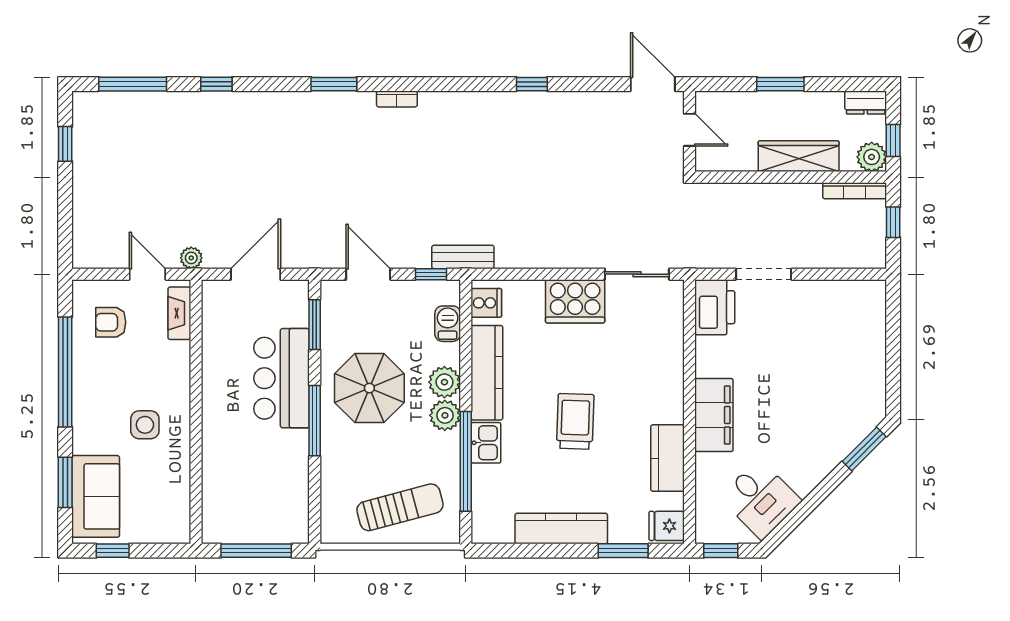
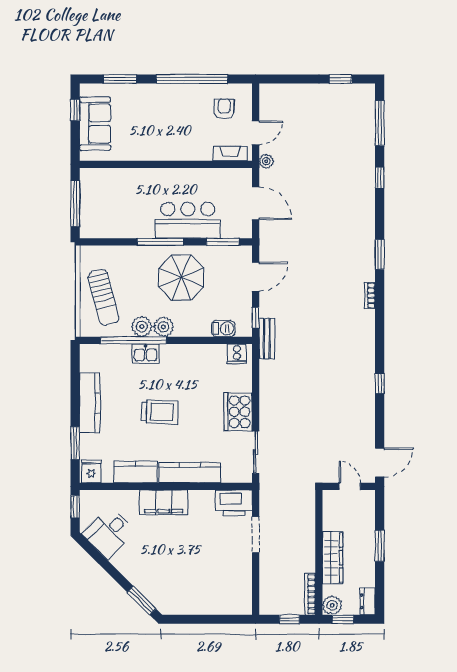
door: (690, 130) -> (350, 486), swing flipped
kitchen counter: (487, 373) -> (190, 473), moved, turned 180
plant: (444, 382) -> (142, 327), moved
side table: (145, 425) -> (157, 131), removed
sofa: (96, 496) -> (95, 124), moved, turned -90

